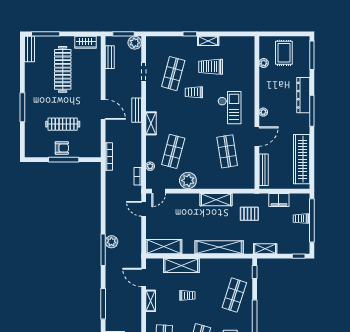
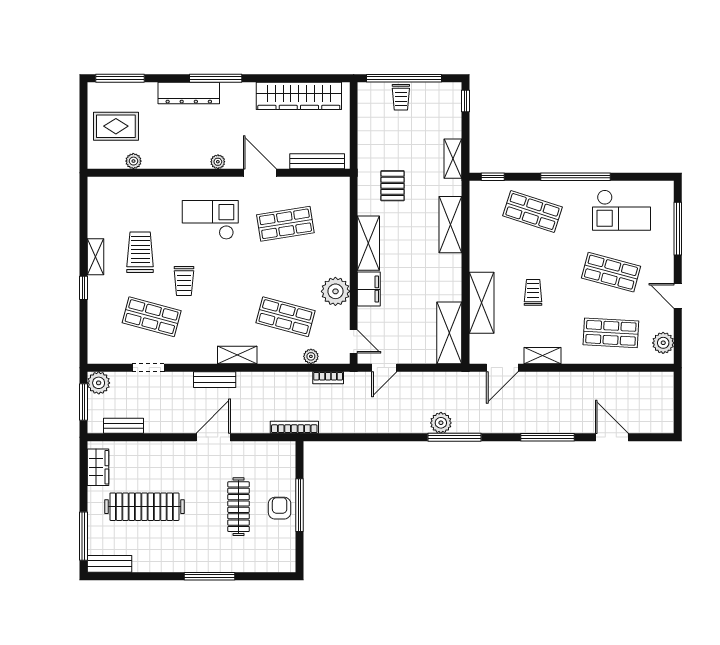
trolley: (211, 67) -> (140, 252), turned 180
filing cabinet: (279, 200) -> (369, 289), moved
shelving: (219, 247) -> (450, 225), width x0.68

